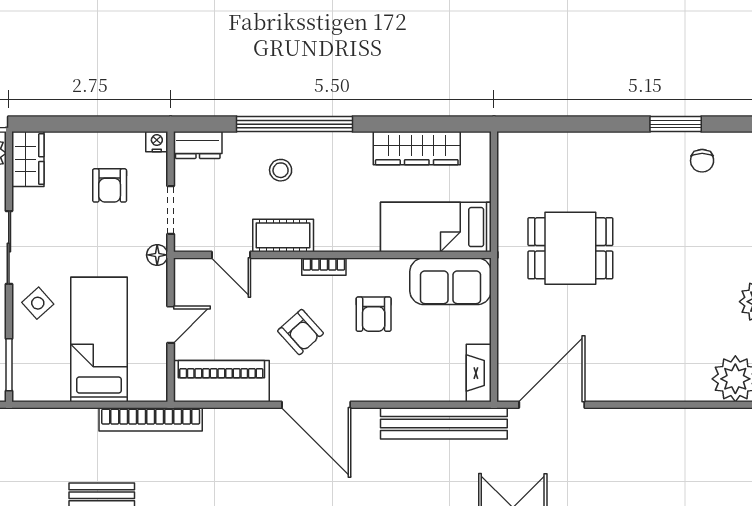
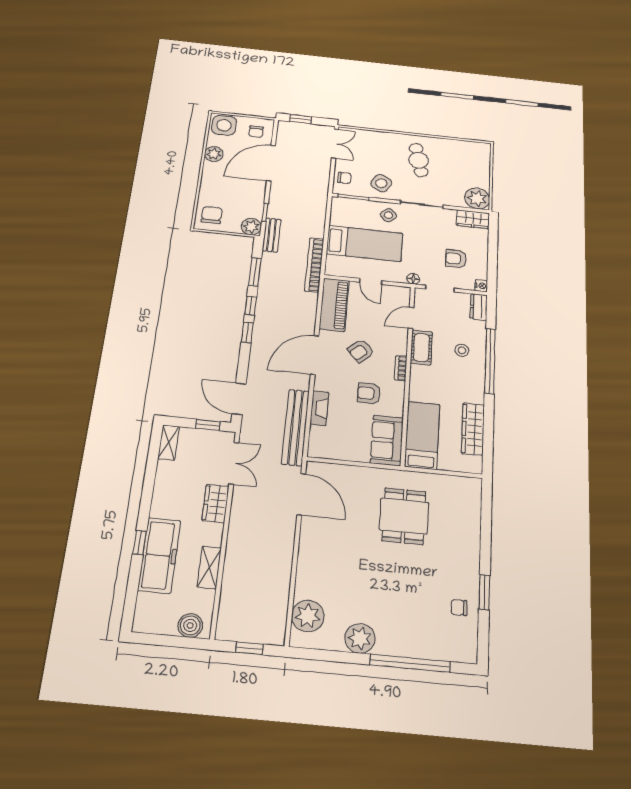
fireplace: (479, 373) -> (319, 408), moved, turned 90

